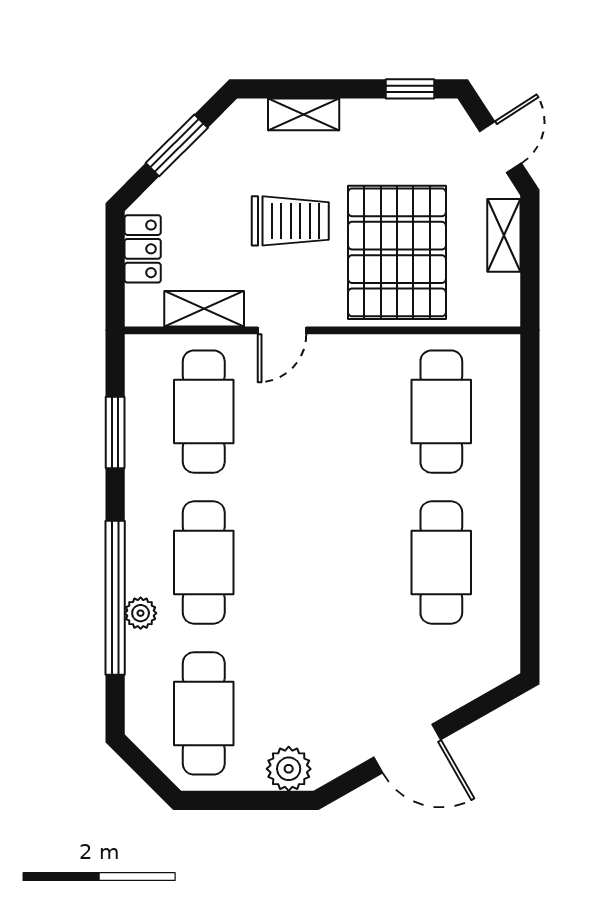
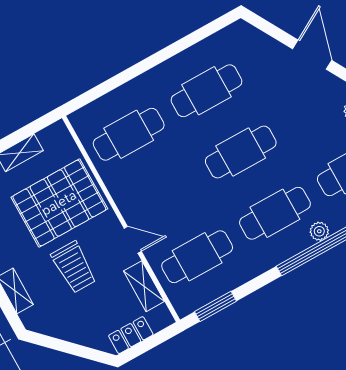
window: (177, 145) -> (68, 347), removed
trolley: (290, 221) -> (74, 267), turned 180
window: (115, 433) -> (216, 306), moved
cafe table: (323, 563) -> (241, 152), added

